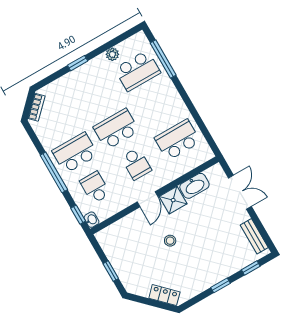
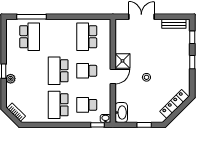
plant: (112, 54) -> (11, 79), moved
school desk: (136, 164) -> (87, 71), turned 180
window: (54, 172) -> (63, 125), removed
washbasin: (194, 186) -> (121, 113), moved
door: (148, 199) -> (113, 76), hinge flipped
locker: (164, 295) -> (174, 104), width x1.53

